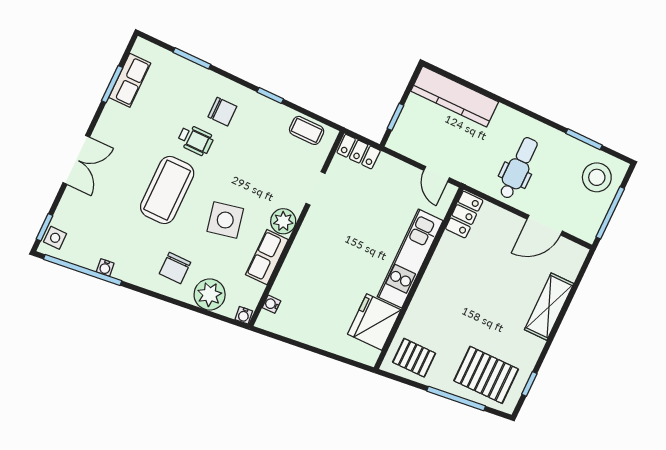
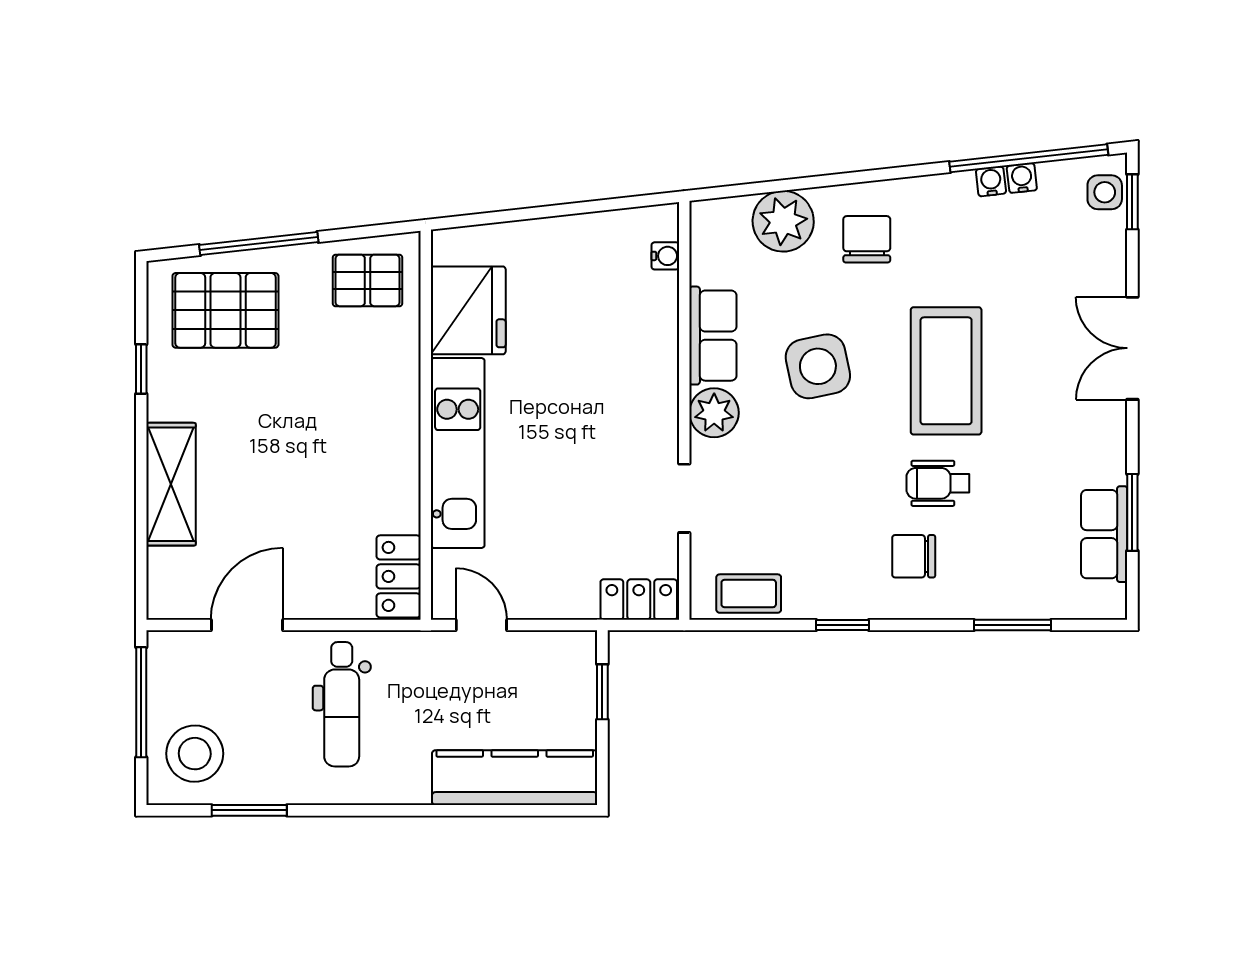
water cooler: (244, 315) -> (1022, 178), moved
window: (529, 384) -> (141, 369), moved

